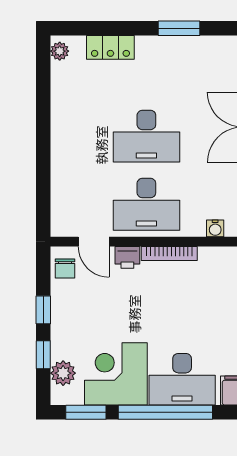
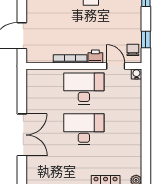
water cooler: (215, 228) -> (136, 74), moved
window: (43, 310) -> (146, 39), moved

